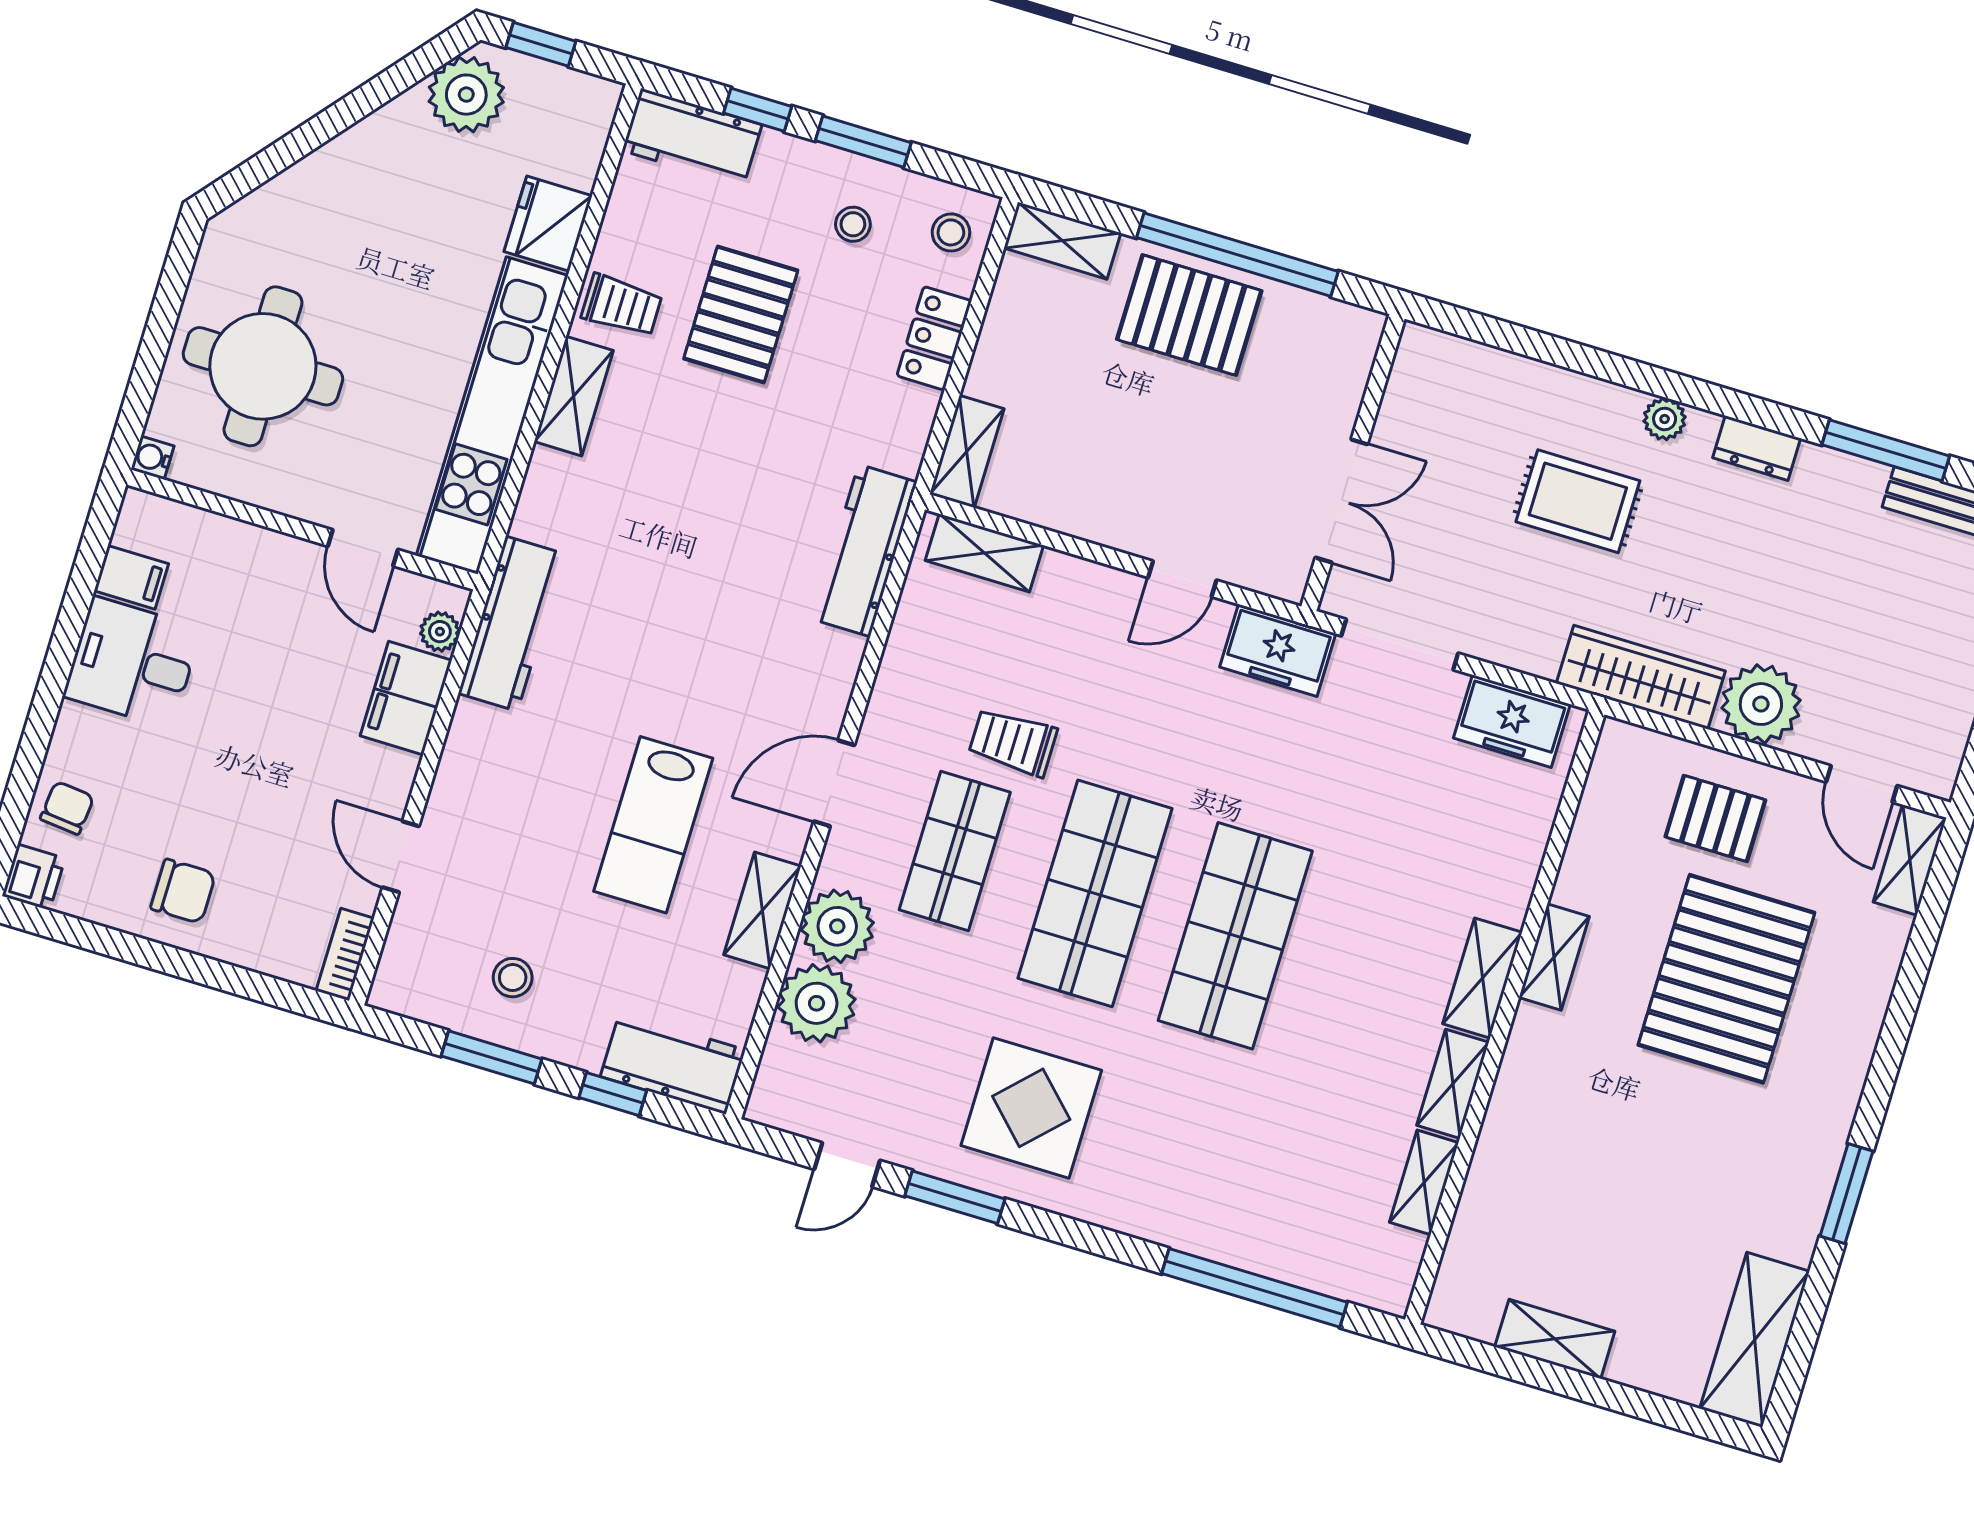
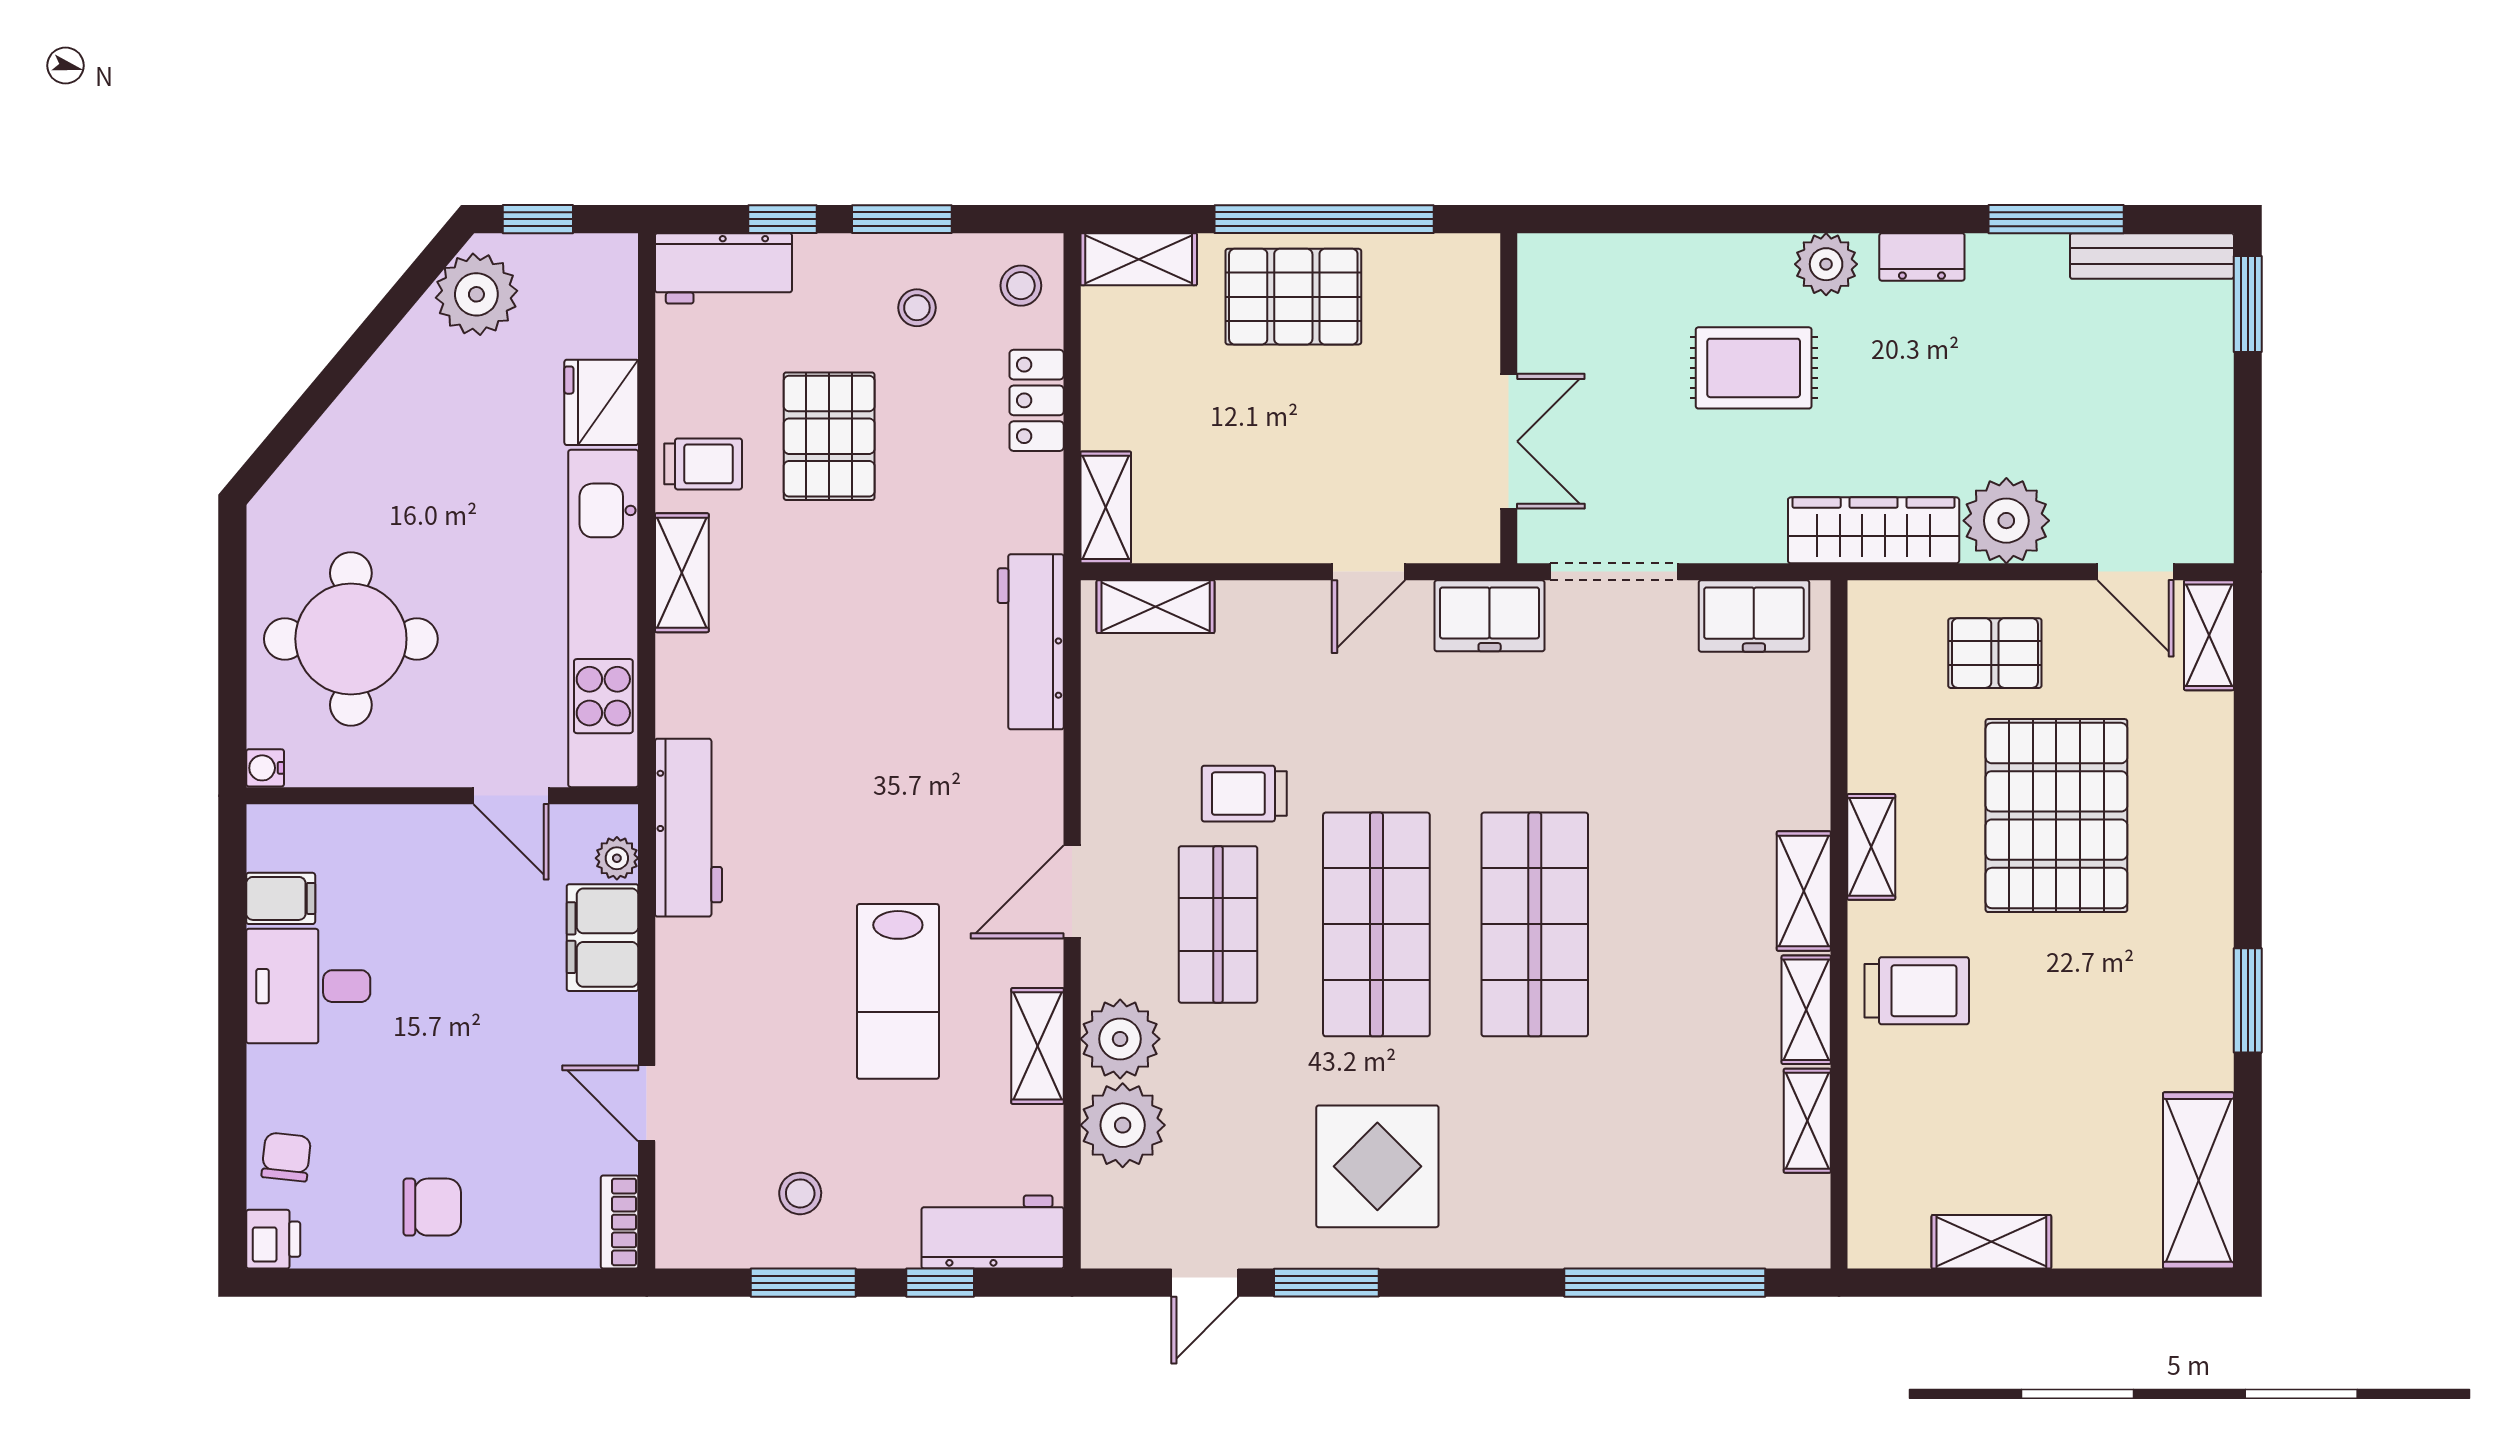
plant: (1665, 419) -> (1826, 264), width x1.38, depth x1.38
trolley: (1556, 1097) -> (1917, 991), added

